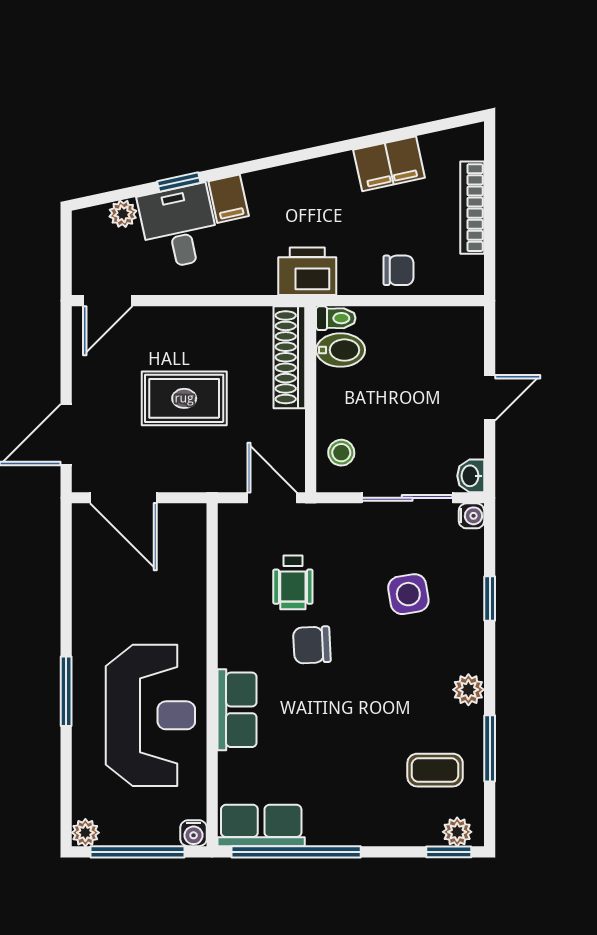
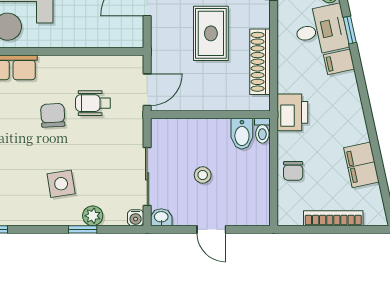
shoe rack: (289, 357) -> (260, 62), moved, turned -90
stool: (341, 453) -> (203, 175), moved
side table: (408, 594) -> (61, 184), moved
plant: (468, 690) -> (93, 216), moved

